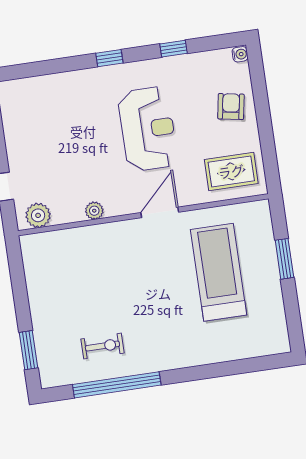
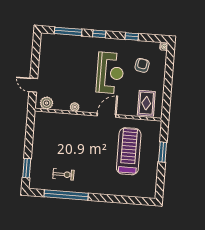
window: (48, 67) -> (68, 31), added
armchair: (231, 106) -> (142, 65), moved
rug: (231, 171) -> (146, 103), turned 90

